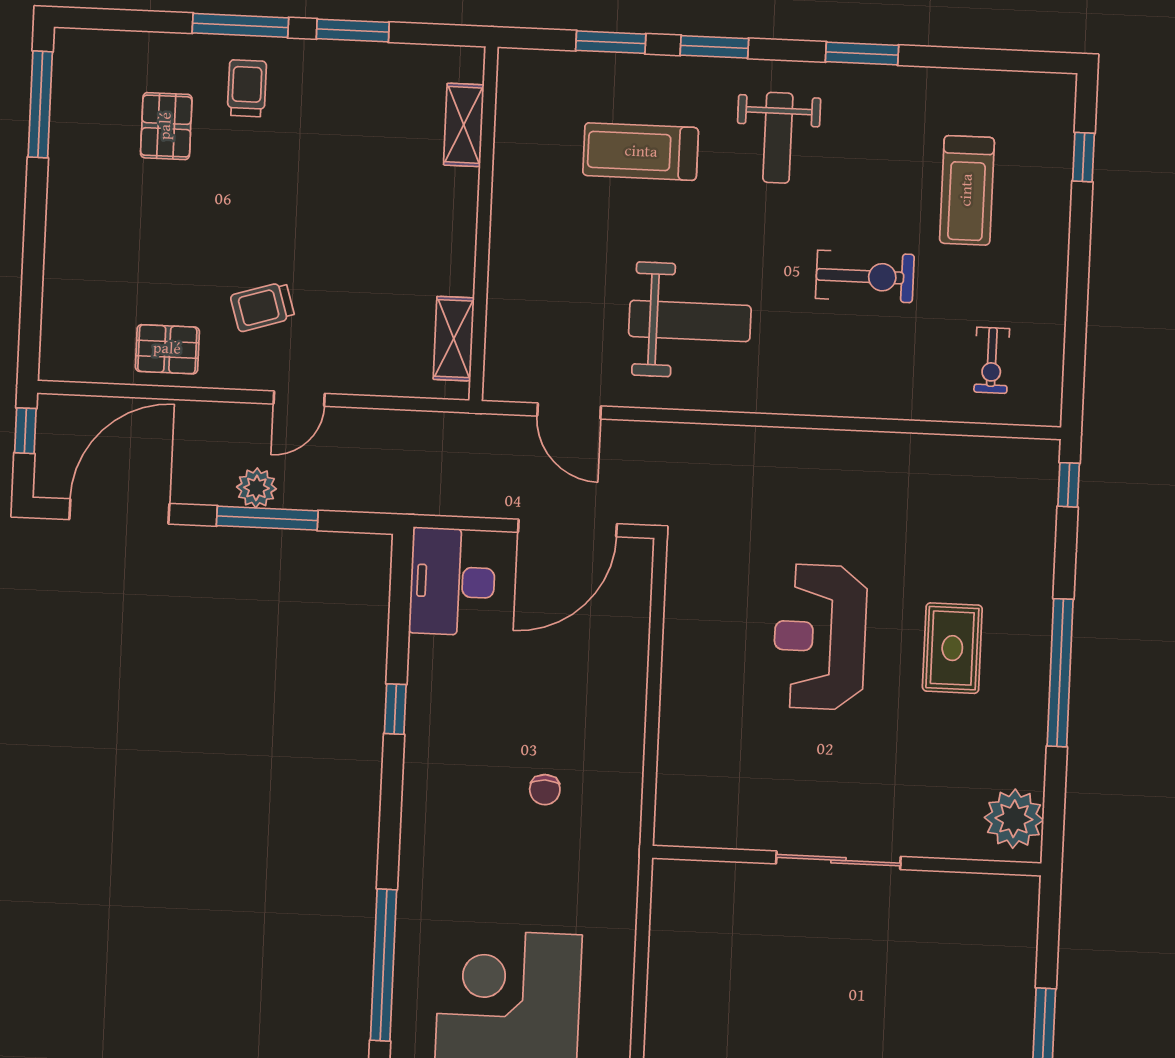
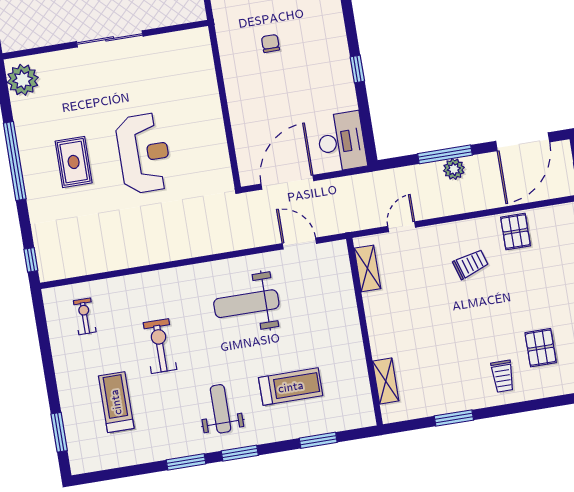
window: (240, 25) -> (513, 408), removed
window: (714, 47) -> (240, 453), moved
window: (1084, 157) -> (59, 432), width x1.50
exercise bike: (865, 276) -> (160, 346), turned 90
pallet: (167, 349) -> (516, 232), turned 90
door: (299, 399) -> (402, 227), moved

